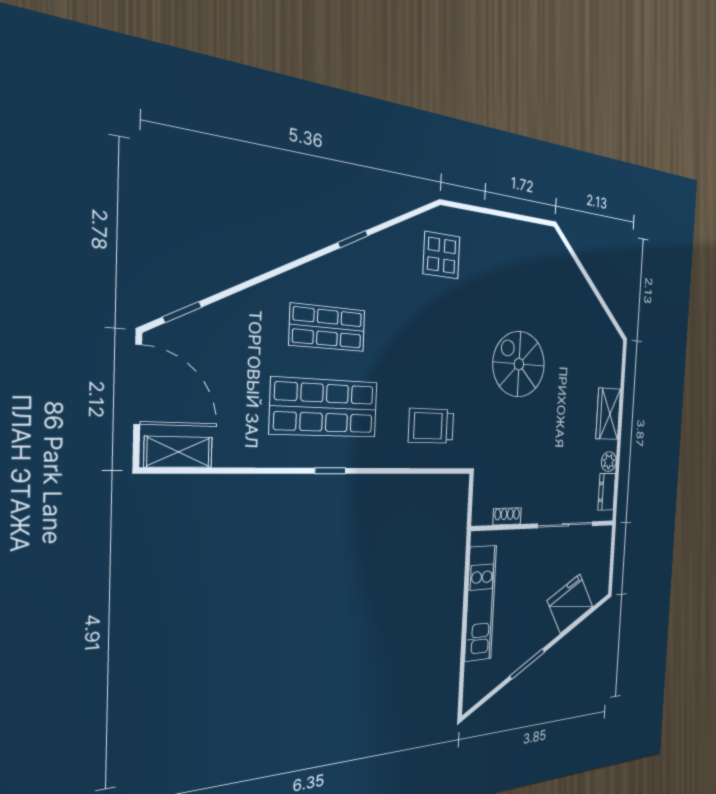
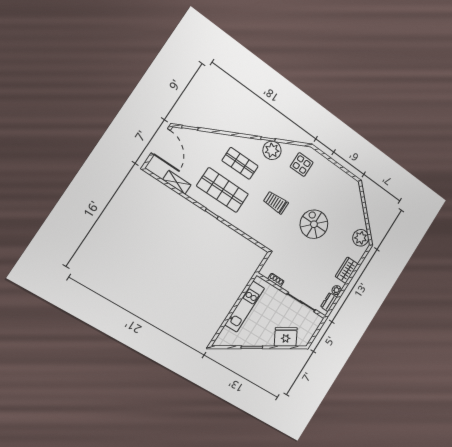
plant: (373, 259) -> (272, 150), added
plant: (604, 337) -> (361, 238), added
trolley: (431, 426) -> (276, 202), moved
shelving: (178, 452) -> (177, 182), moved

